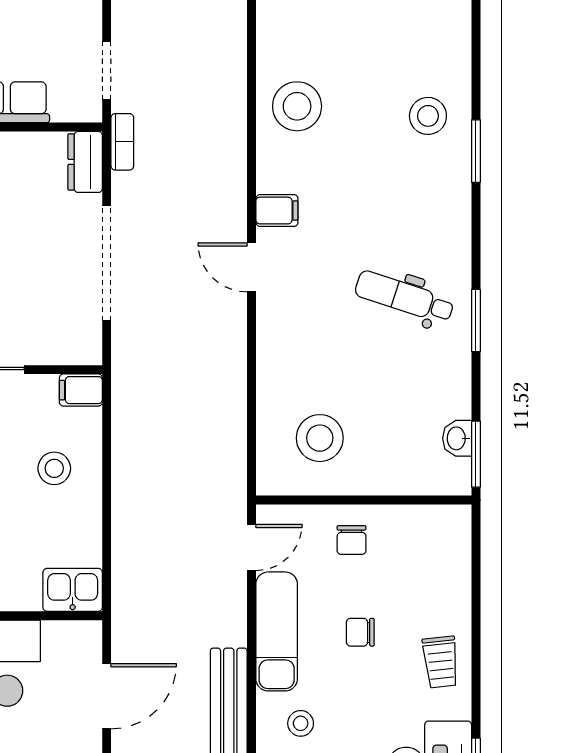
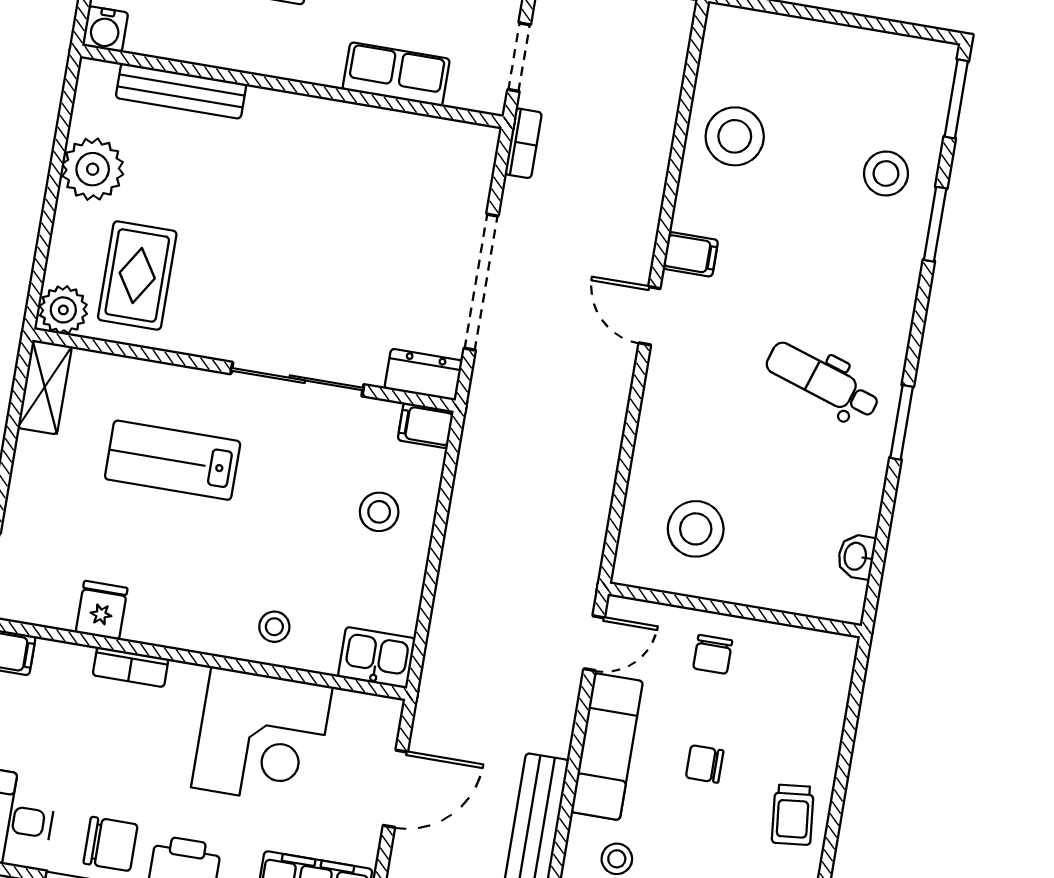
dresser: (85, 162) -> (423, 375), moved, turned 90
window: (476, 454) -> (956, 99), moved

